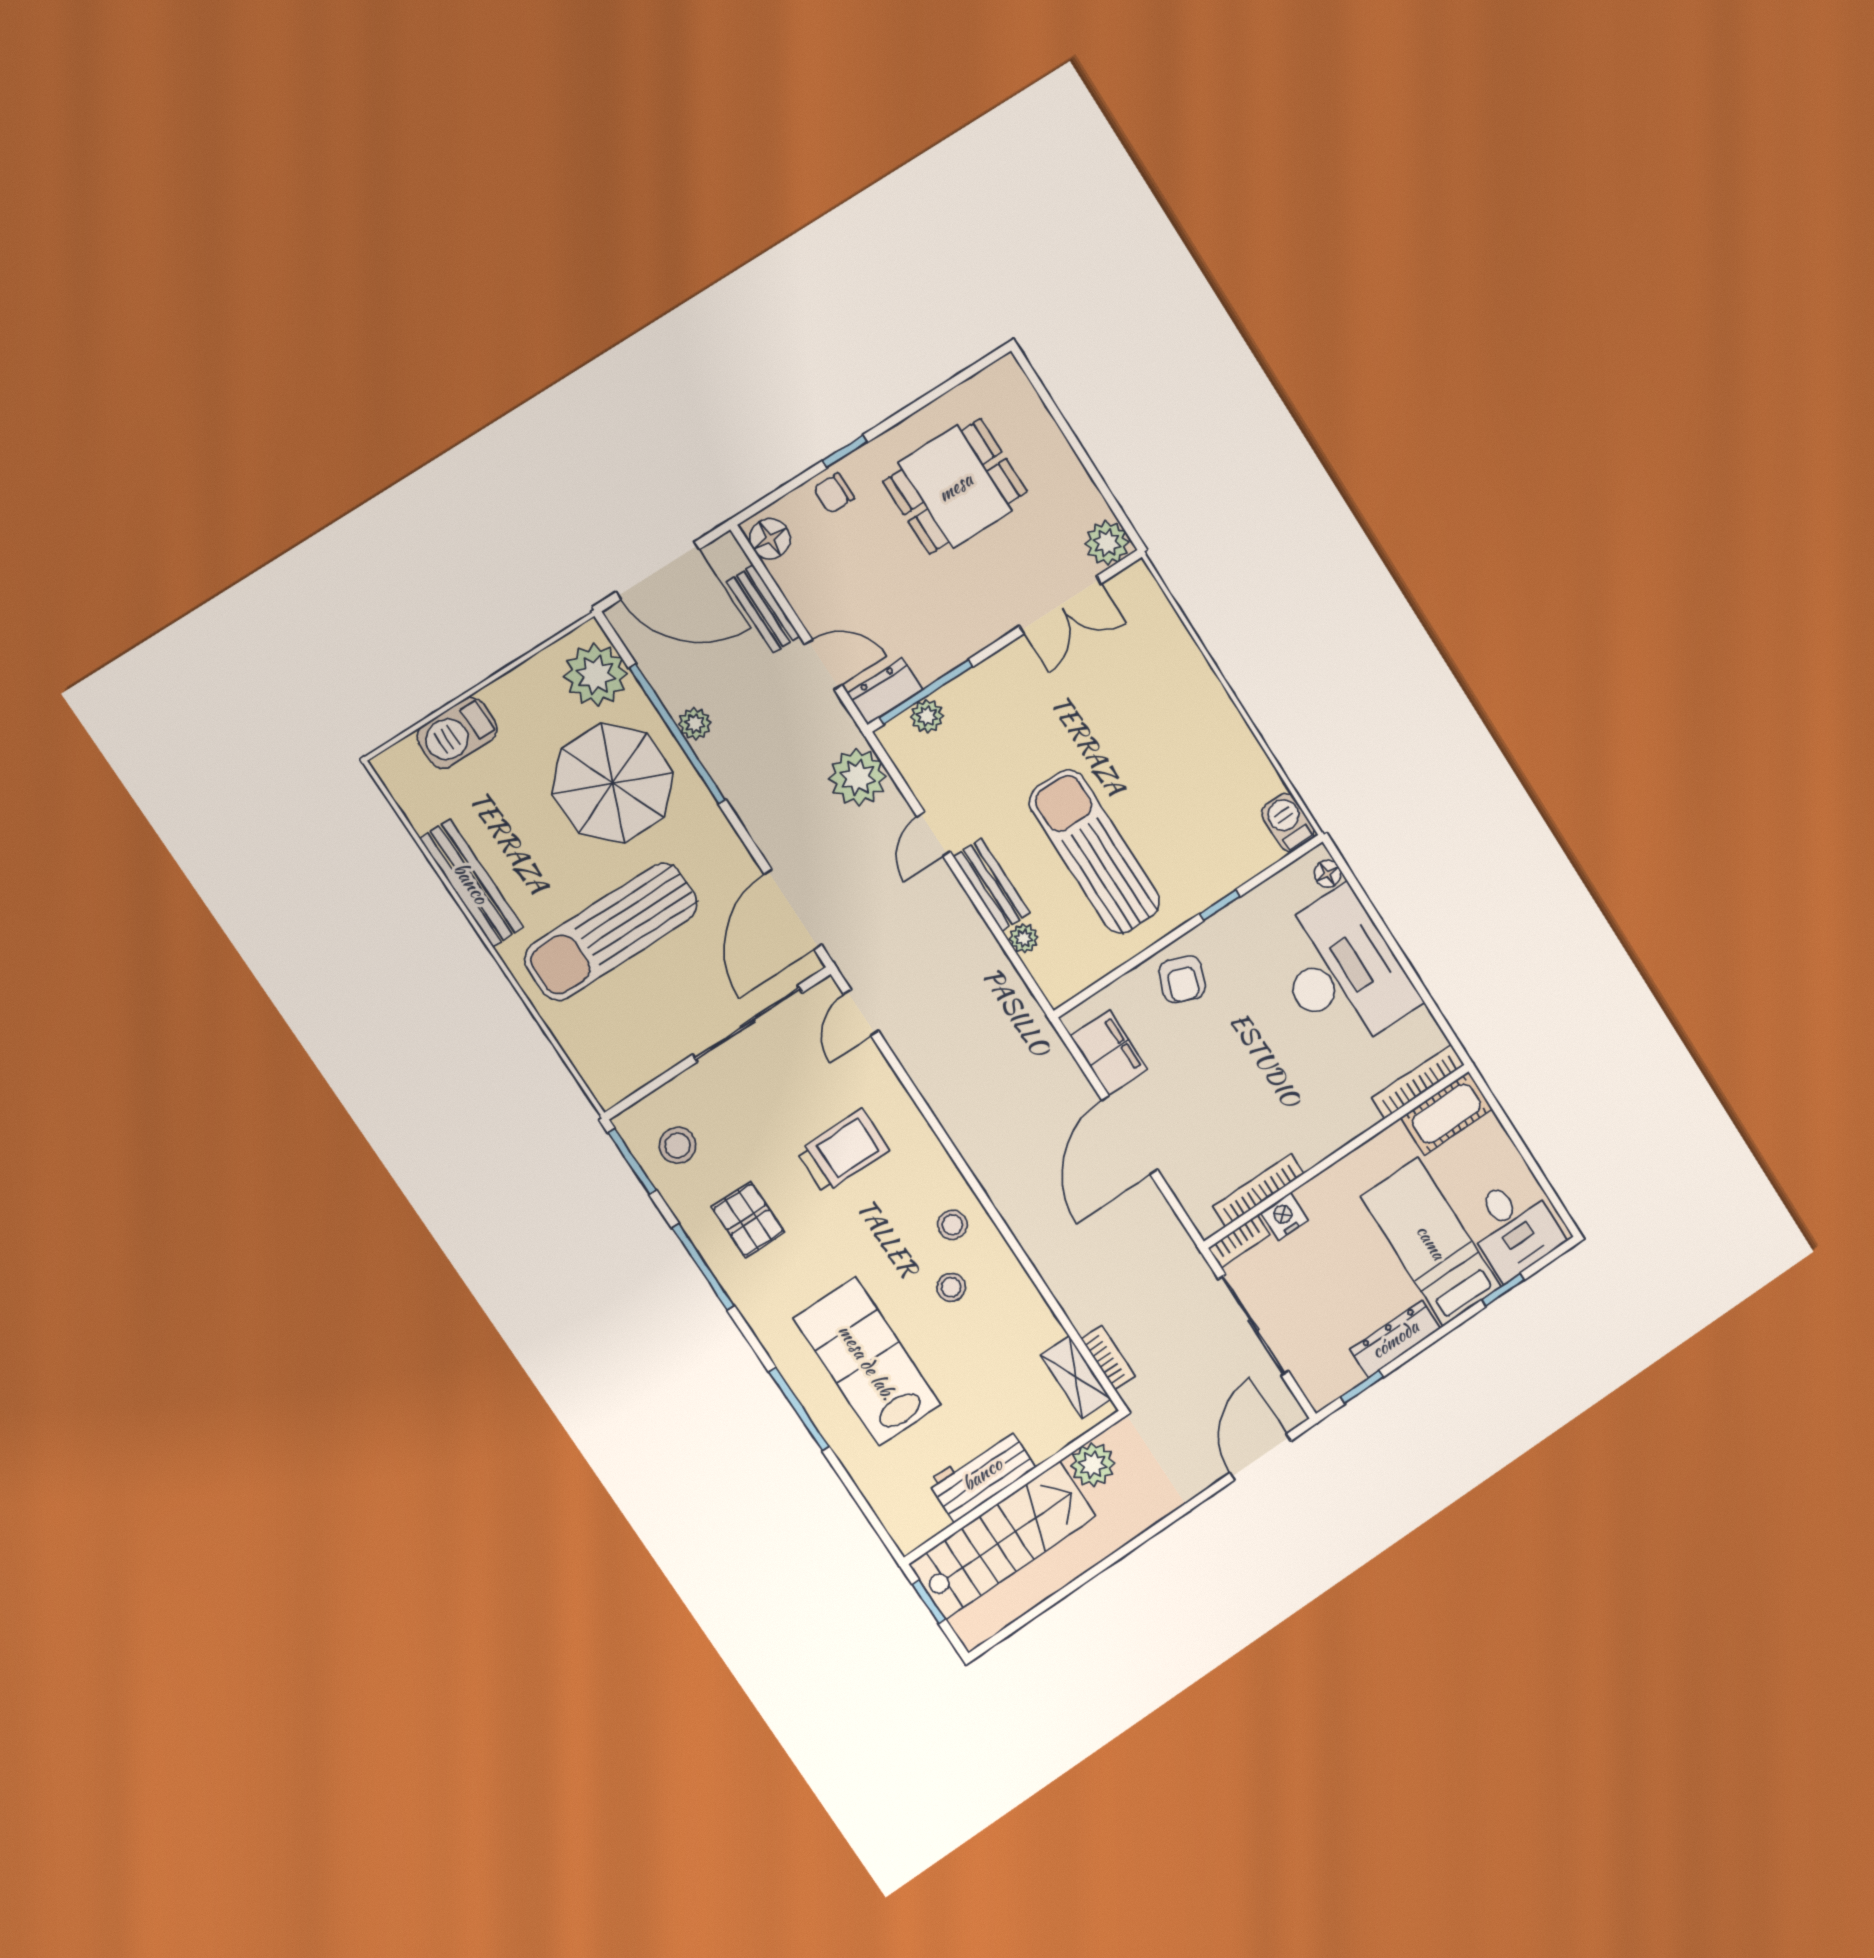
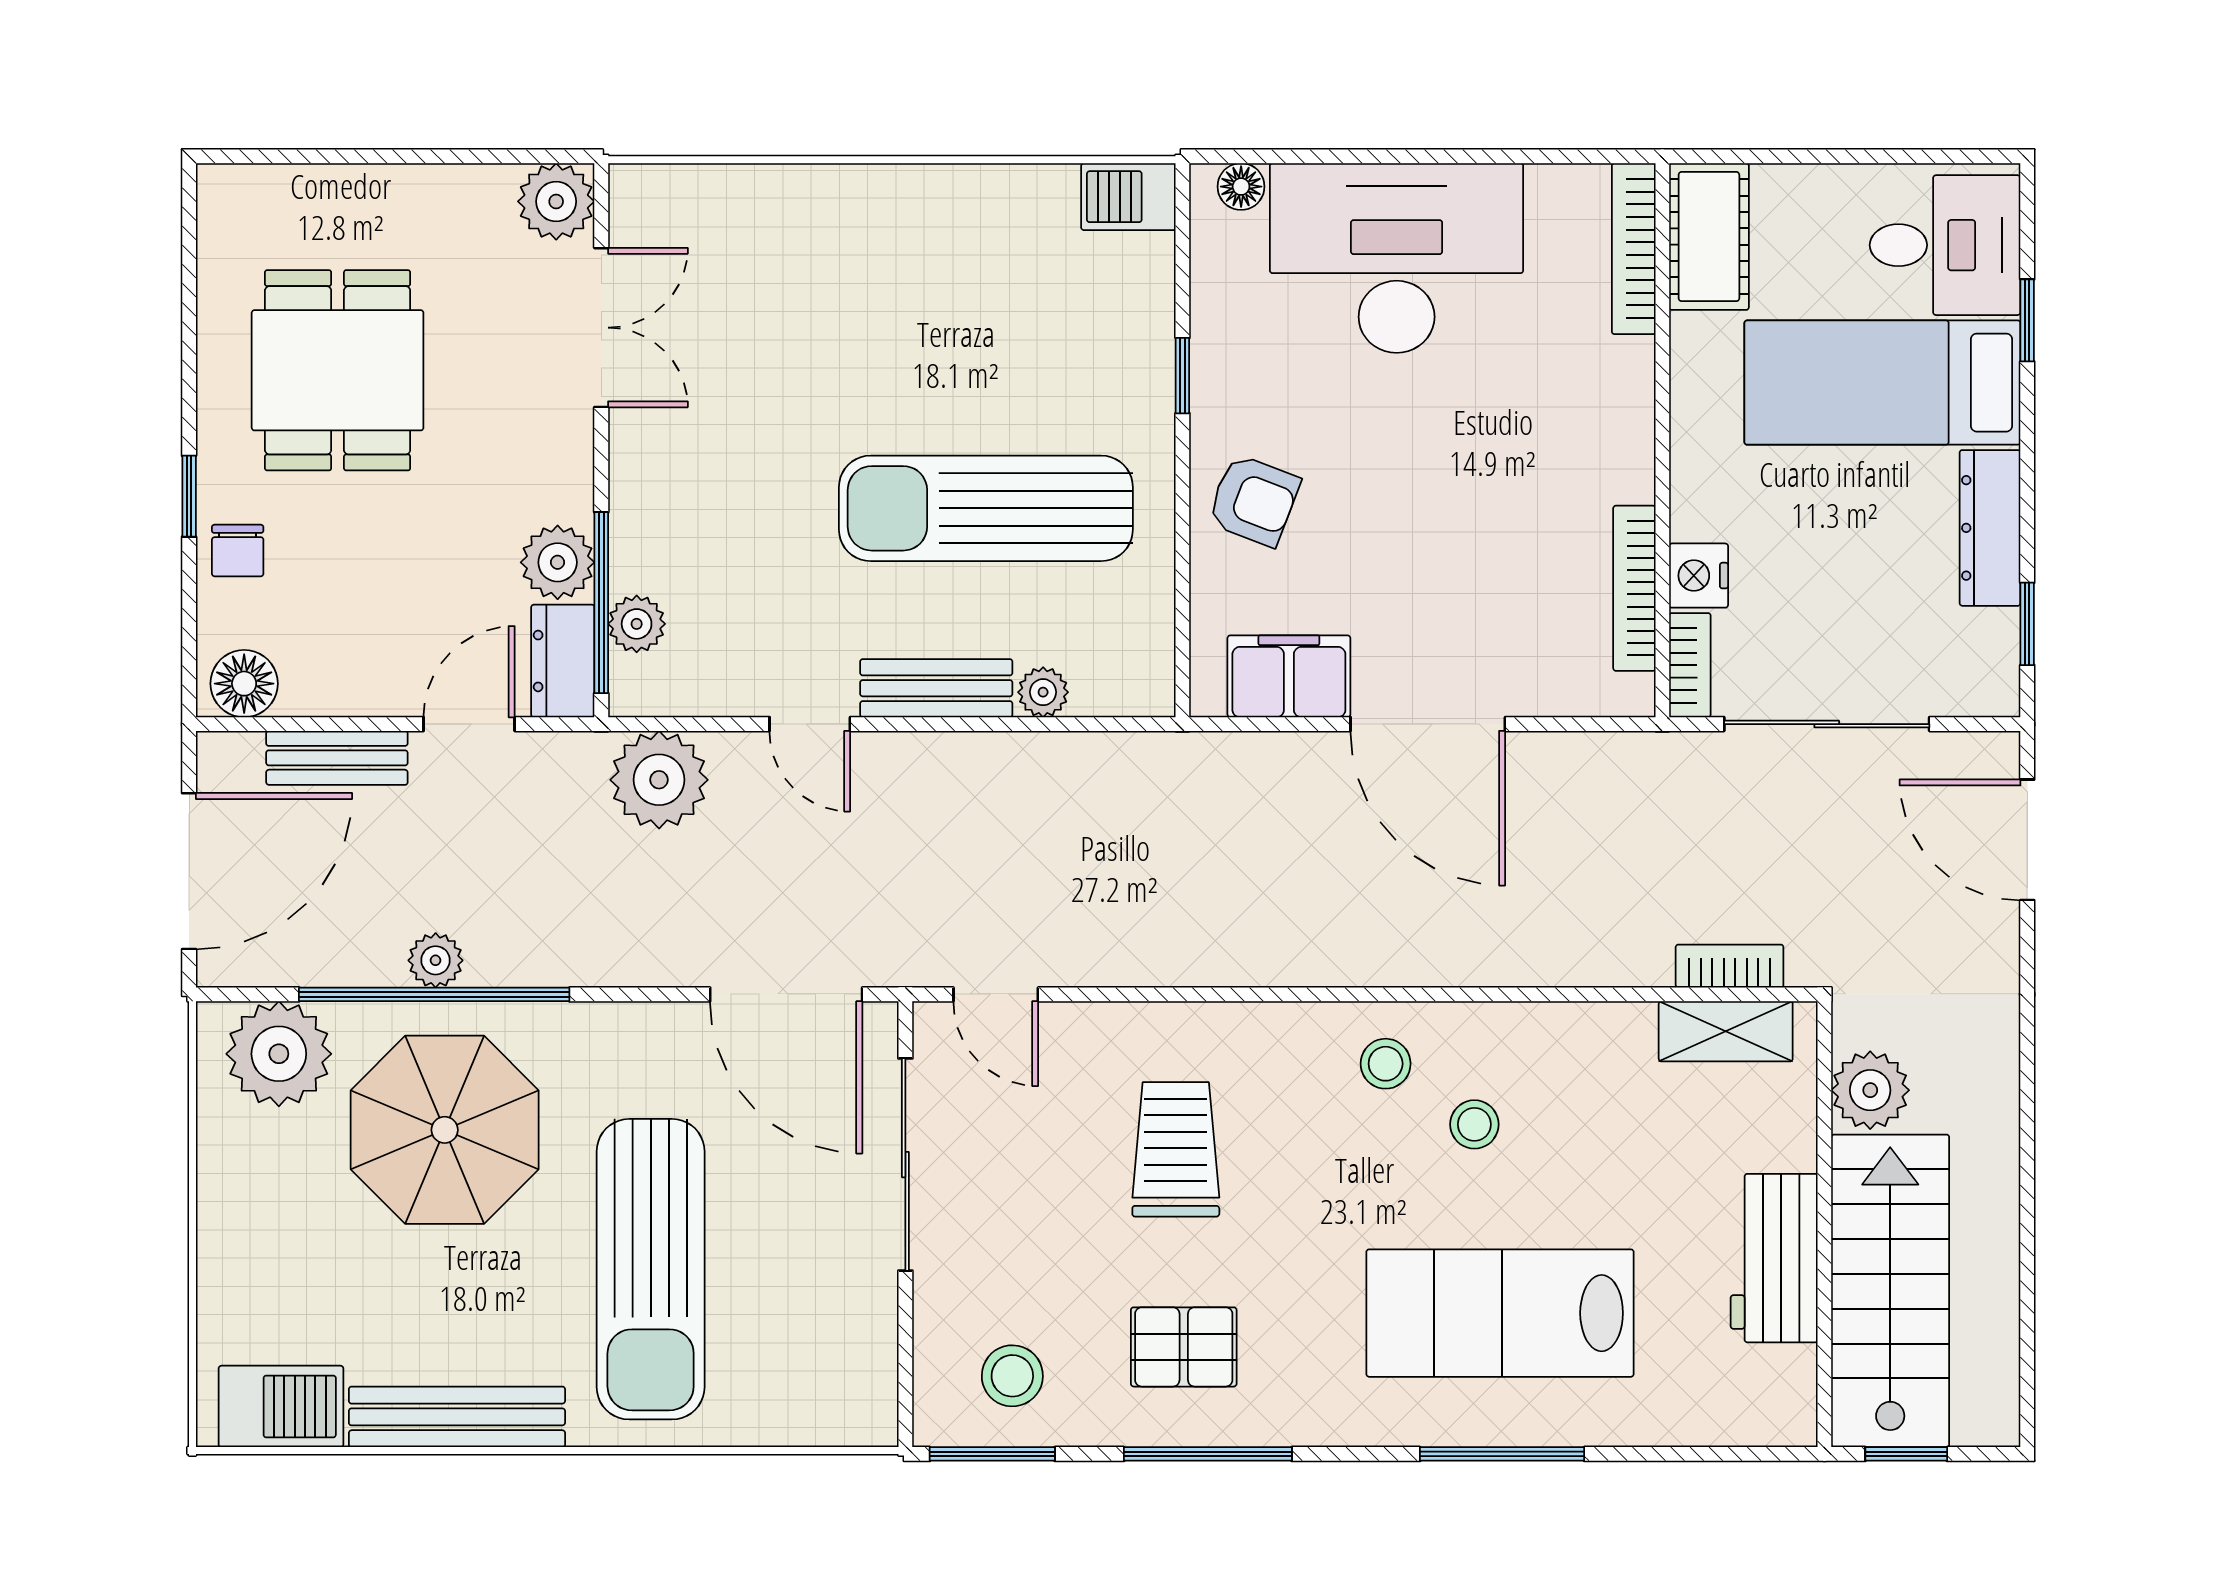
plant: (932, 657) -> (558, 562), added
barbecue: (457, 733) -> (281, 1406), moved, turned -90

